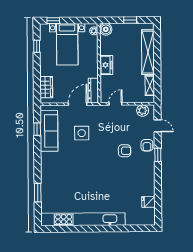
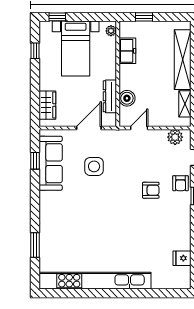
window: (130, 20) -> (144, 17), moved
boiler: (106, 29) -> (127, 98), moved
freezer: (106, 65) -> (127, 51), moved
dresser: (93, 91) -> (110, 96), moved

